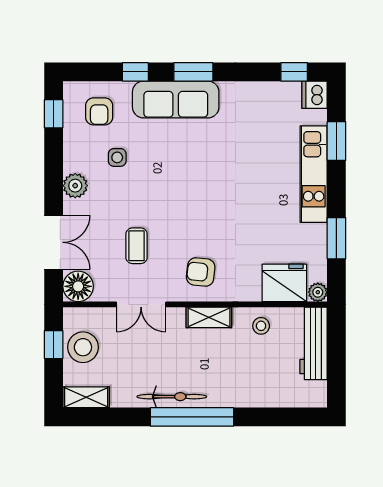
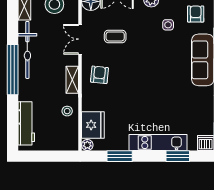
armchair: (99, 111) -> (196, 14), turned 90
workbench: (314, 343) -> (26, 123), moved, turned 90
bicycle: (172, 397) -> (27, 50), width x1.37, depth x1.40

